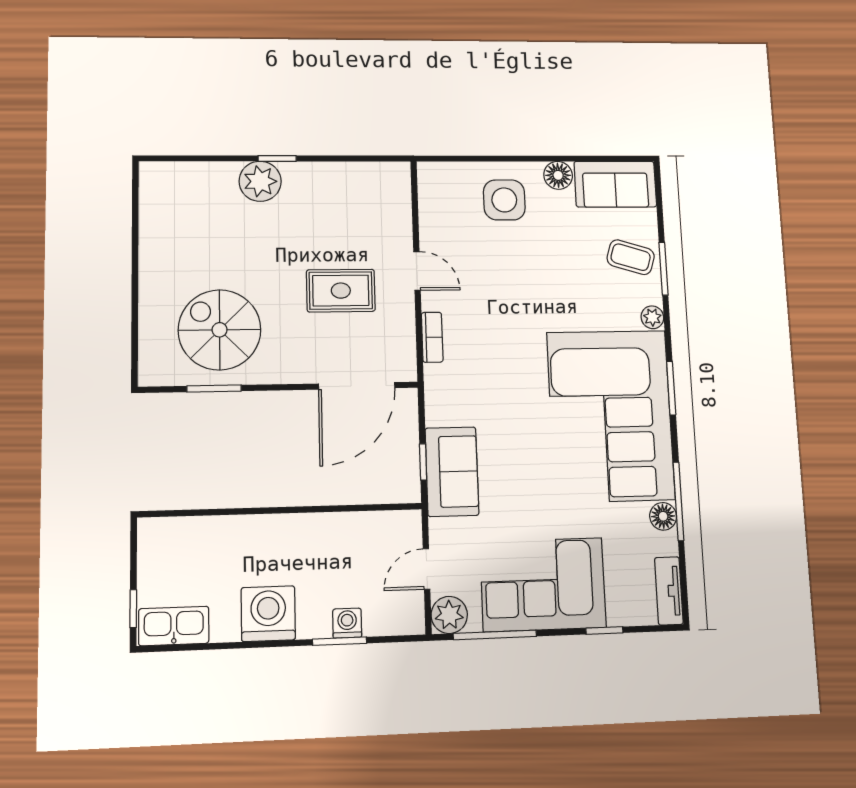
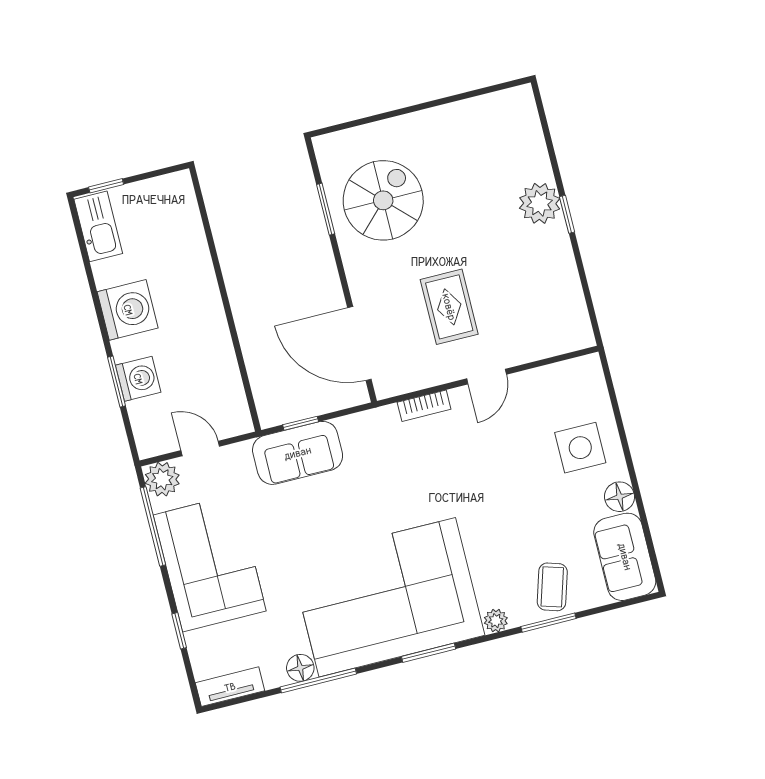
washing machine: (347, 623) -> (138, 379), width x1.38, depth x1.38

